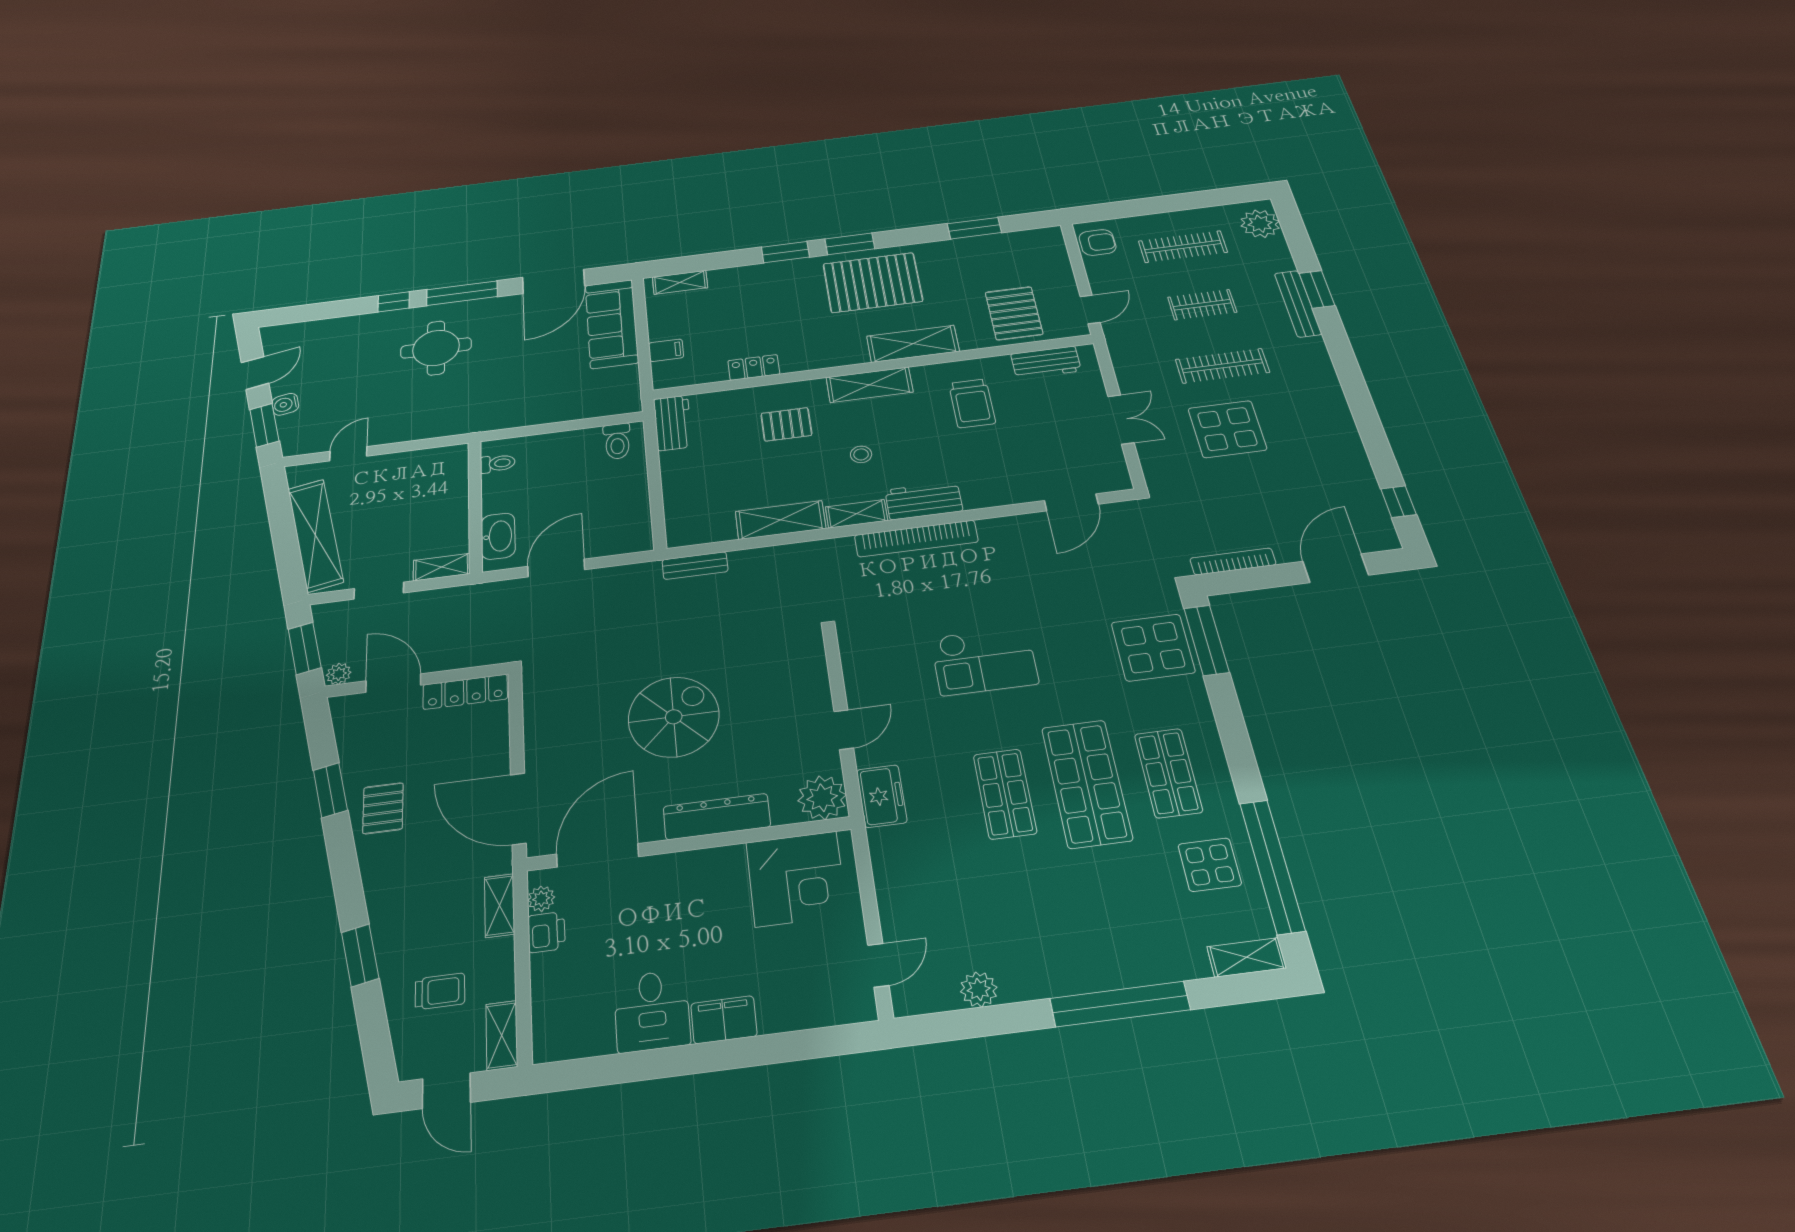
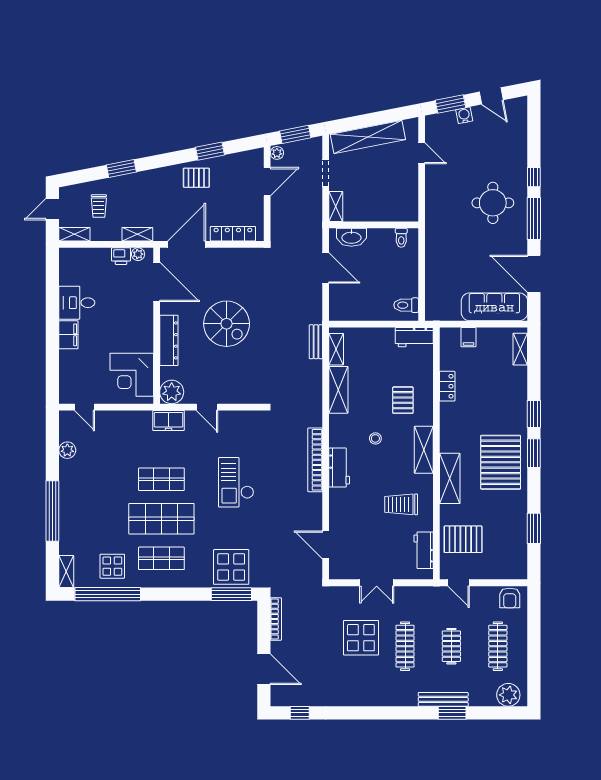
shelving: (856, 514) -> (336, 349), moved
locker: (465, 692) -> (233, 234), moved, turned 90

